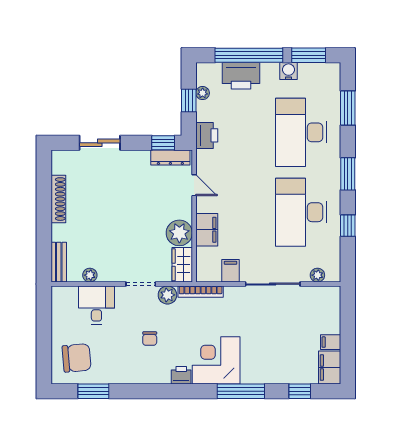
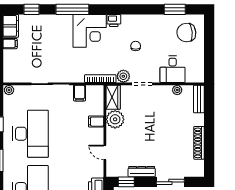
dresser: (170, 158) -> (142, 172), moved
filing cabinet: (207, 230) -> (96, 122), width x0.50
plant: (317, 275) -> (9, 90), moved

